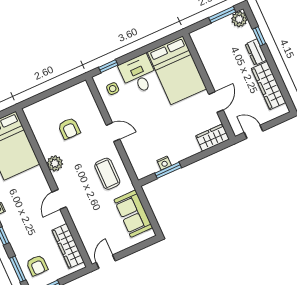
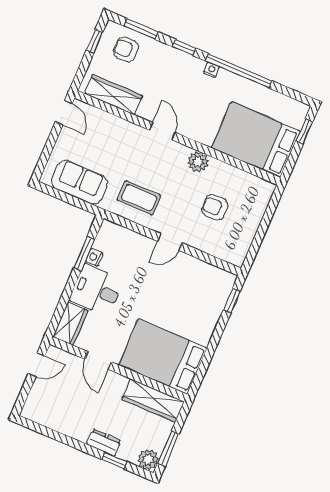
desk: (139, 74) -> (97, 290), moved, turned 180
wardrobe: (269, 86) -> (153, 400), moved, turned 180
side table: (113, 89) -> (208, 283), removed

